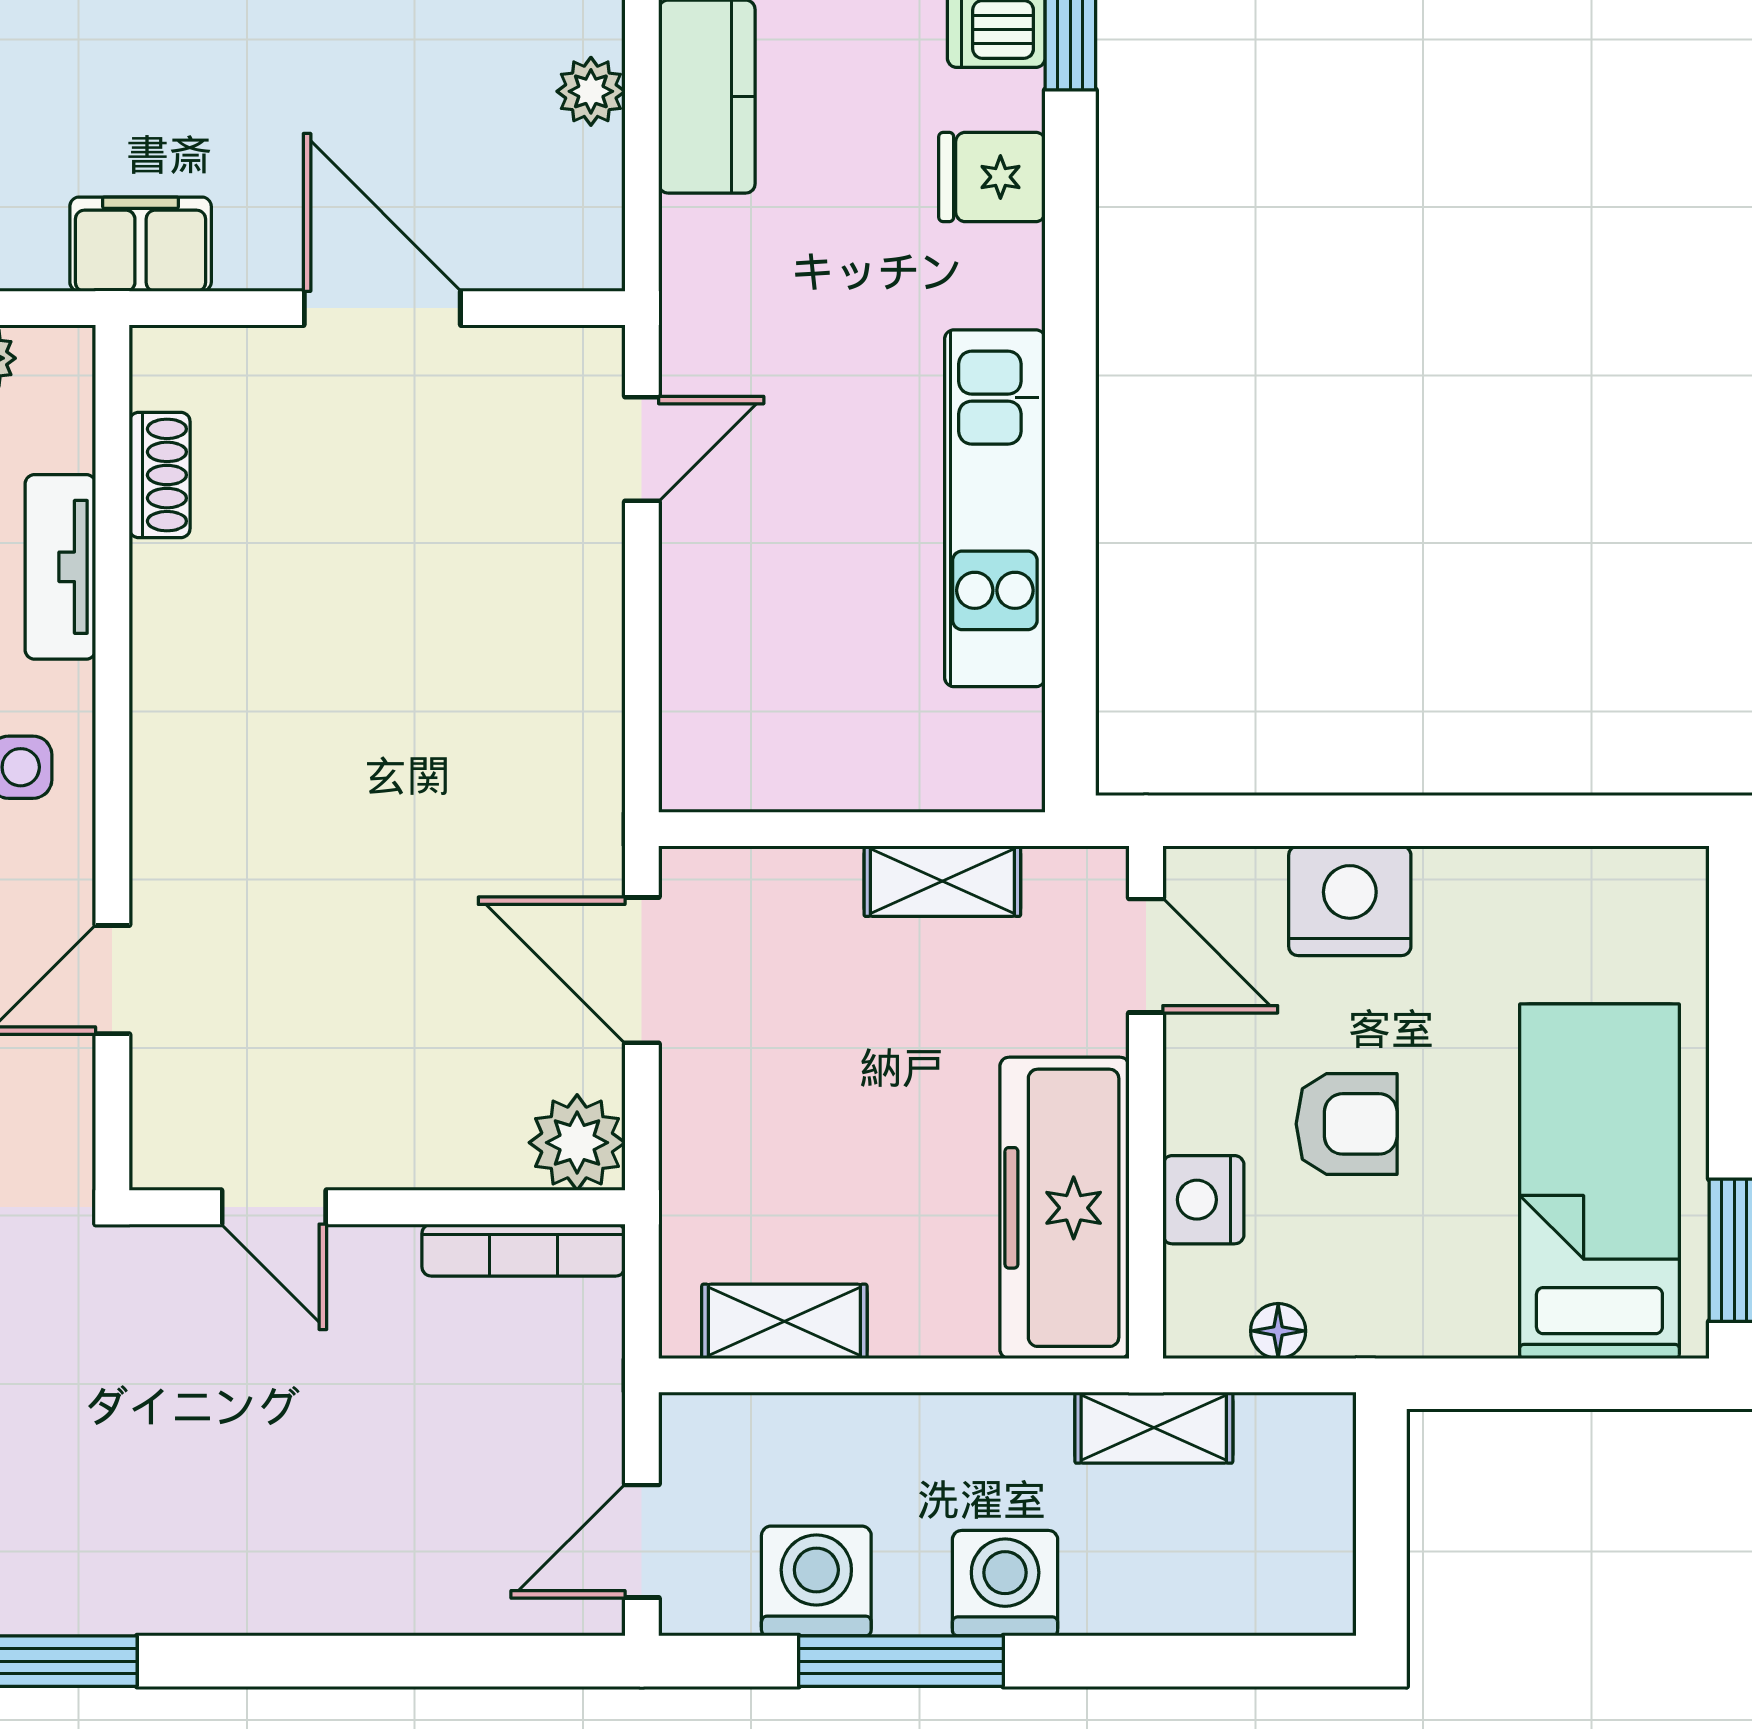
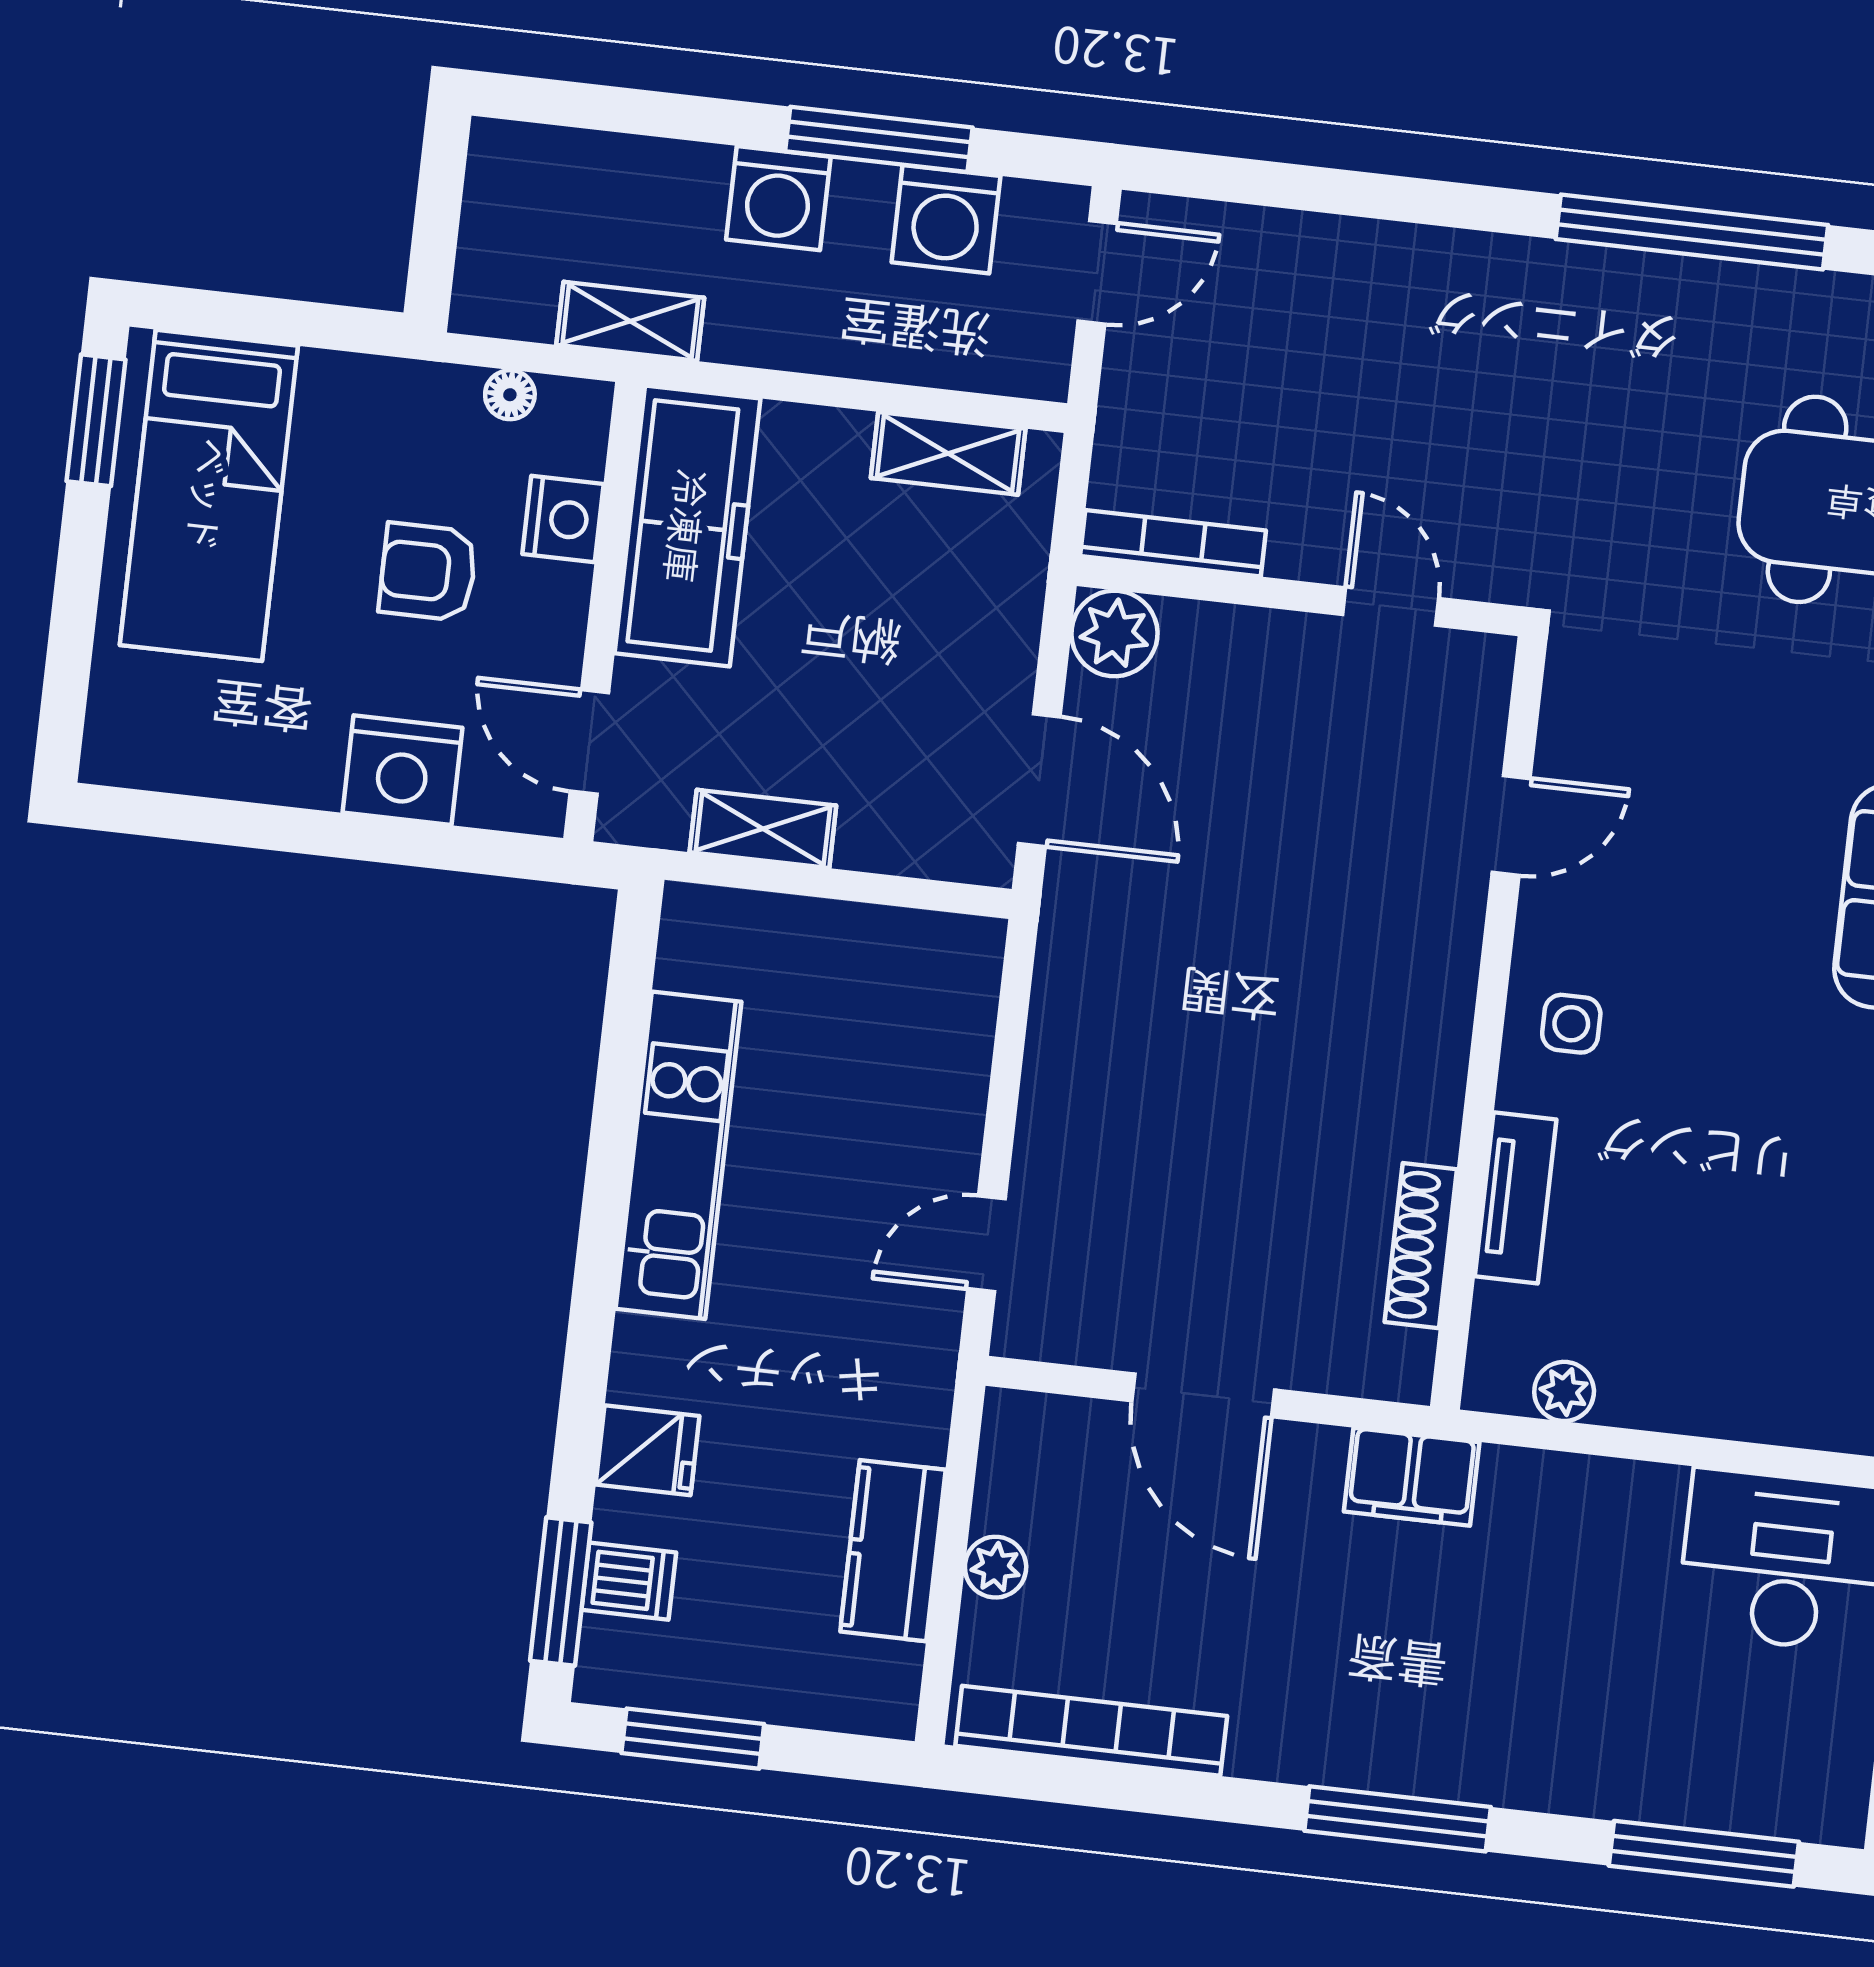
shoe rack: (160, 475) -> (1421, 1246), width x1.43

